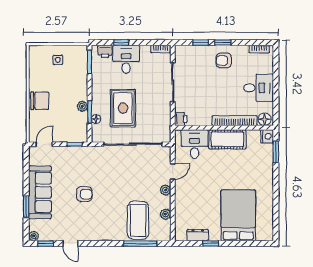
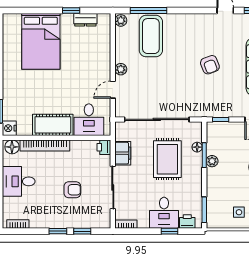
armchair: (224, 60) -> (72, 190), moved
filing cabinet: (164, 114) -> (123, 153), added
armchair: (84, 194) -> (210, 65), turned -111
plant: (165, 214) -> (121, 20), moved

